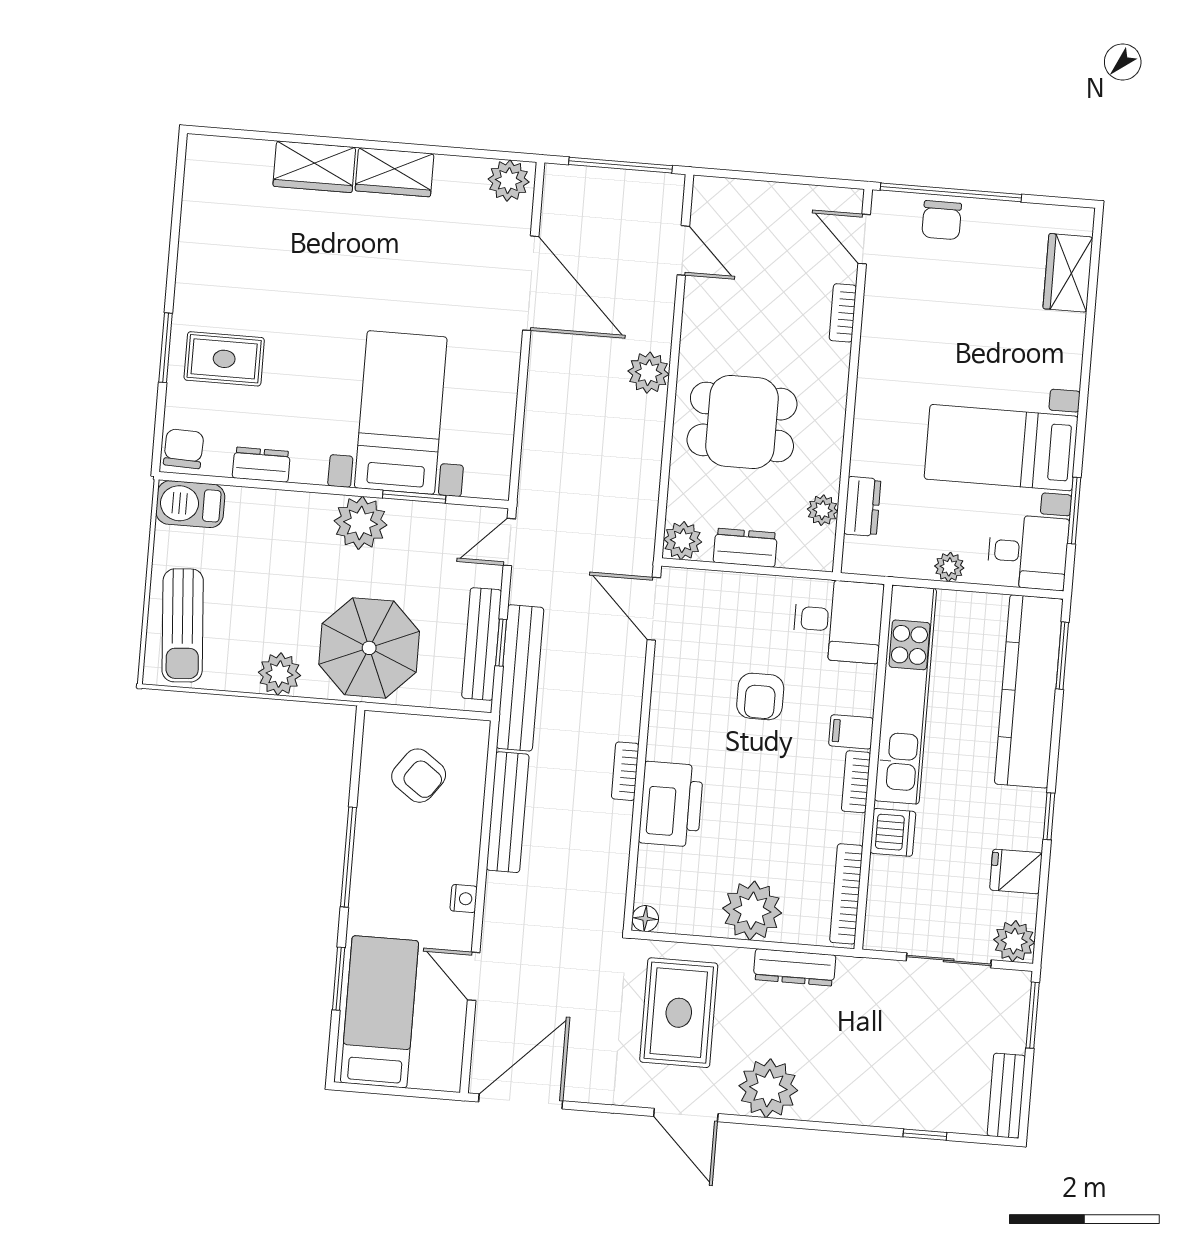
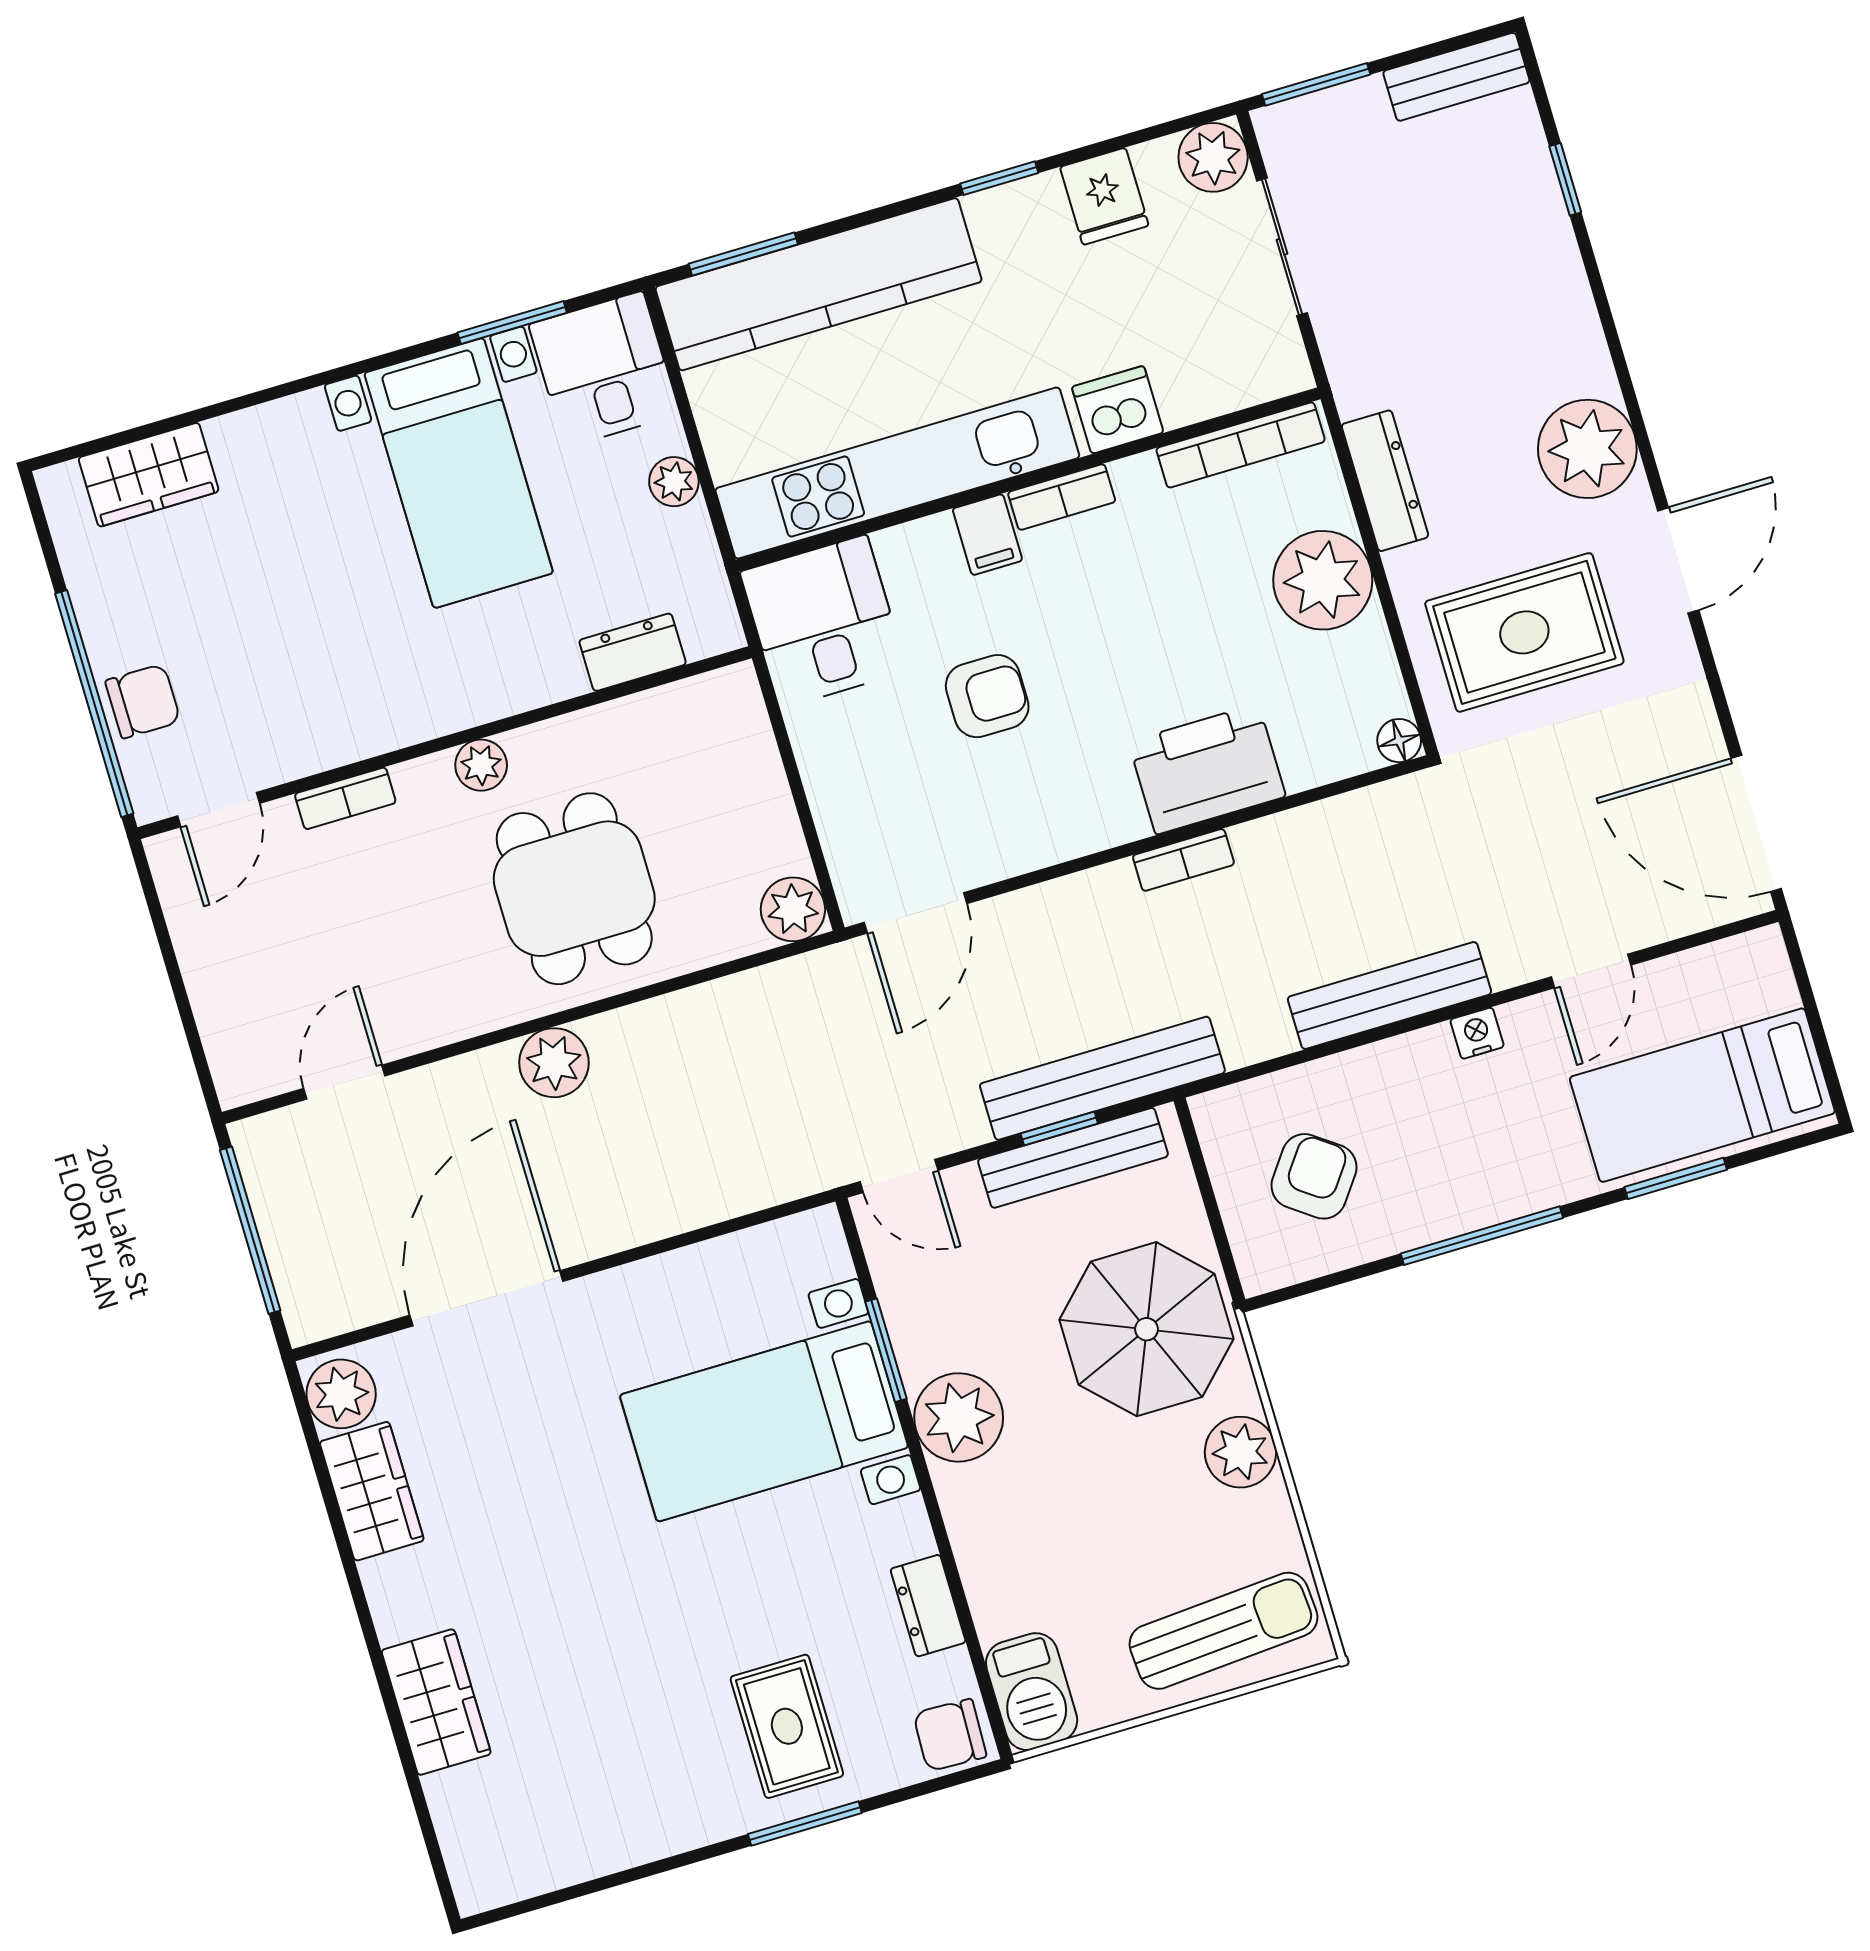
wardrobe: (394, 172) -> (372, 1491), moved
plant: (823, 510) -> (481, 765), moved
dresser: (745, 548) -> (766, 808), removed
bench: (508, 812) -> (1389, 995), moved

